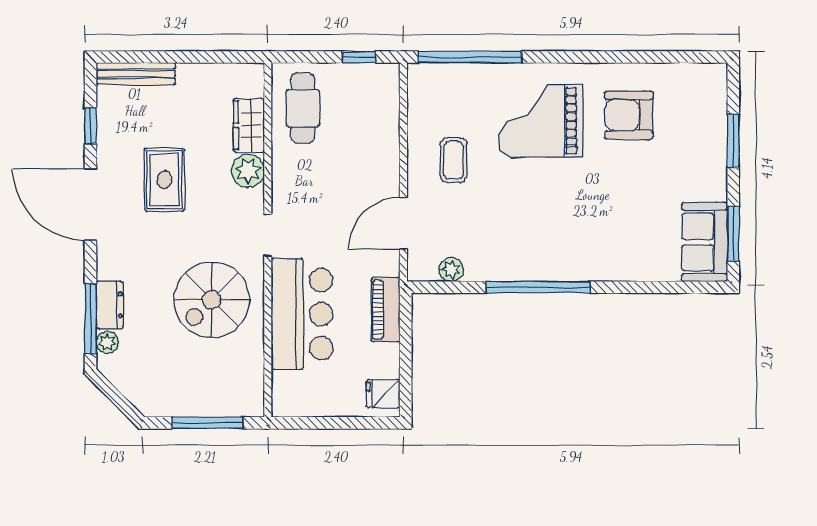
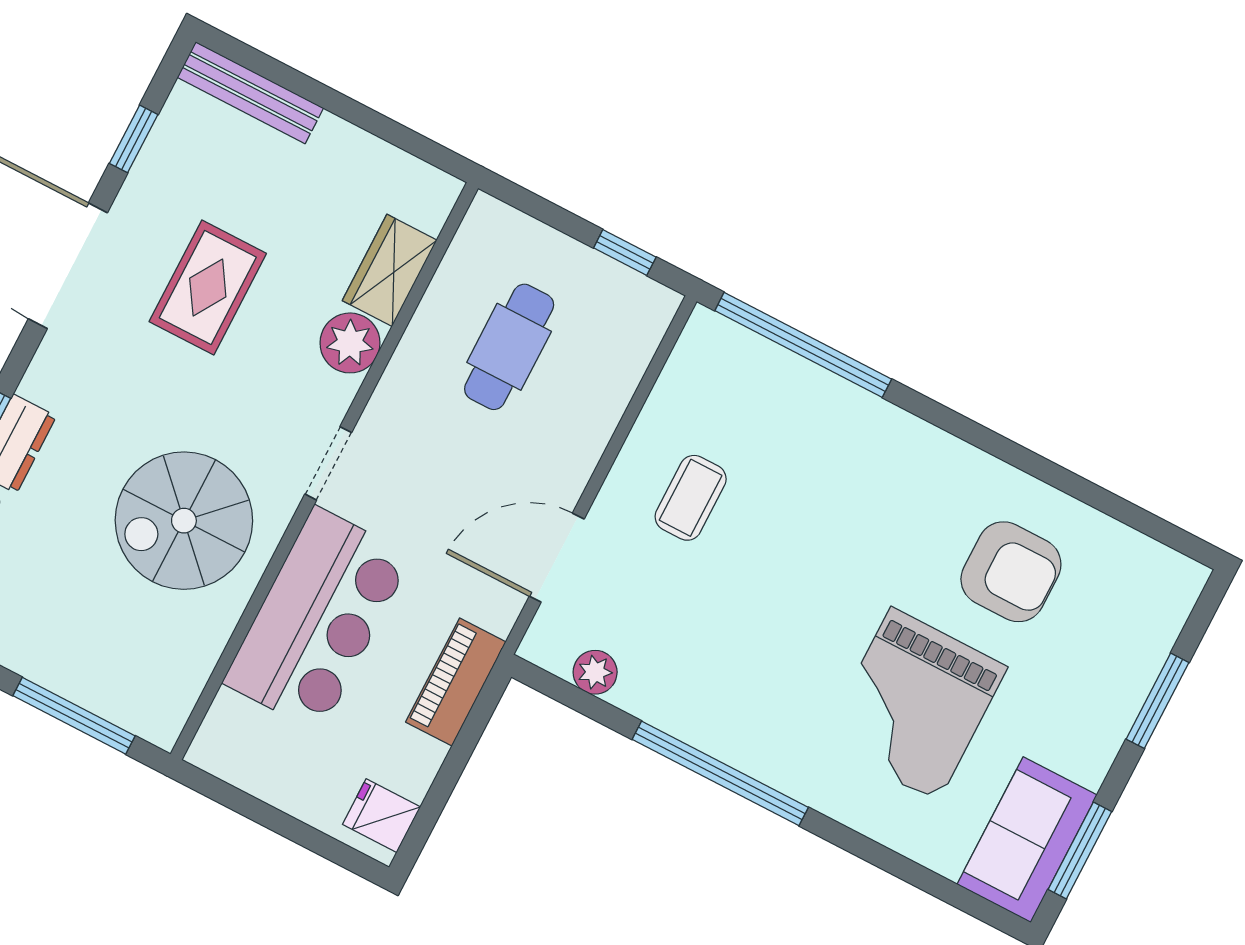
cafe table: (303, 108) -> (509, 347), moved
armchair: (629, 115) -> (1011, 572), turned 180
grand piano: (541, 121) -> (914, 704), moved, turned -90

